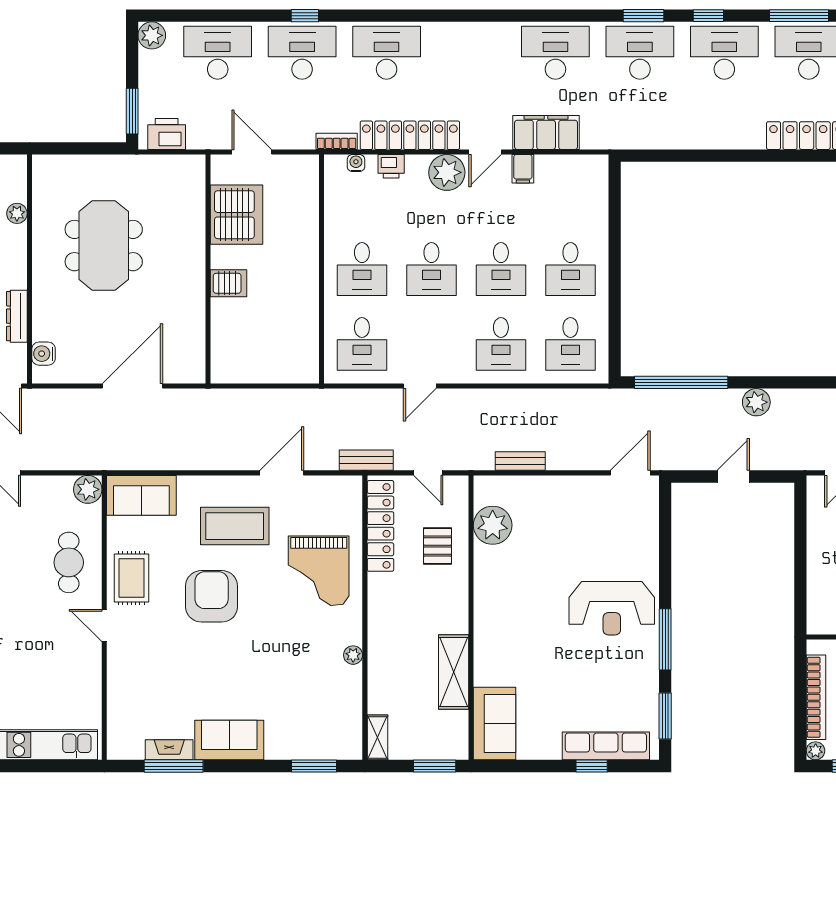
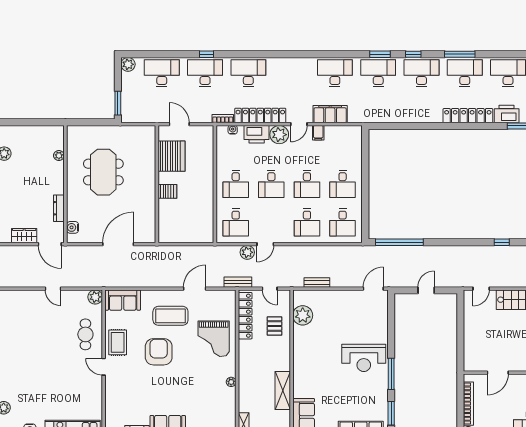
printer: (167, 134) -> (136, 115), removed
printer: (391, 166) -> (257, 134), width x1.87, depth x1.48
plant: (756, 402) -> (247, 252), moved

